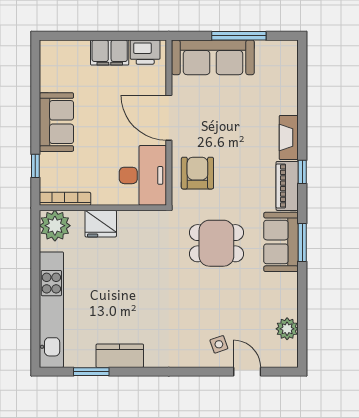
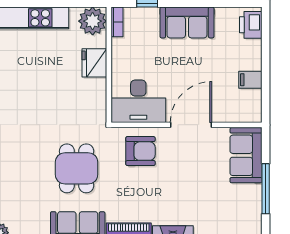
printer: (145, 52) -> (251, 25), moved
filing cabinet: (110, 53) -> (250, 80), width x0.50
sofa: (213, 57) -> (246, 155), width x0.73
bookcase: (65, 199) -> (117, 22), width x0.64

